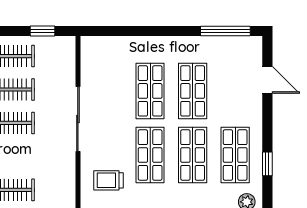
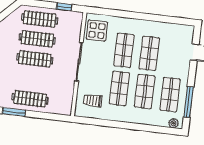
window: (225, 31) -> (173, 20), removed
display table: (101, 64) -> (97, 31), added
window: (267, 164) -> (189, 102), width x2.17

